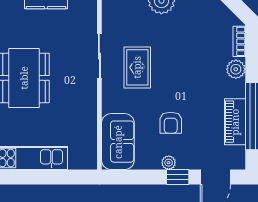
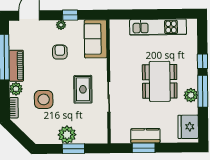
side table: (195, 53) -> (44, 99), added
piano: (235, 122) -> (16, 66), moved
window: (178, 177) -> (70, 15), moved

